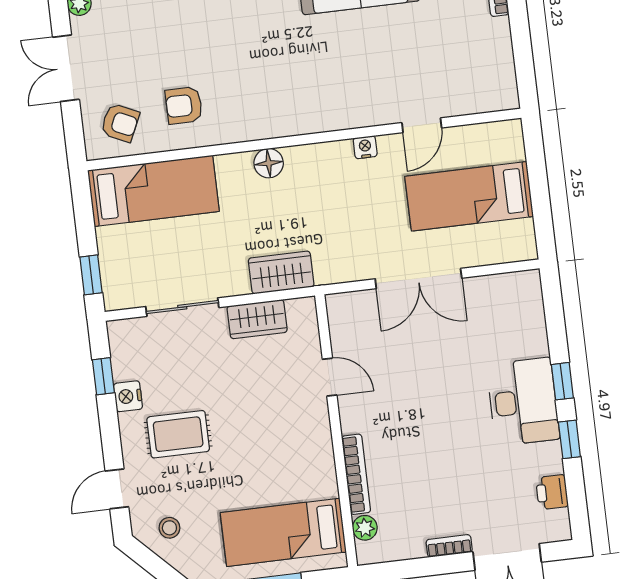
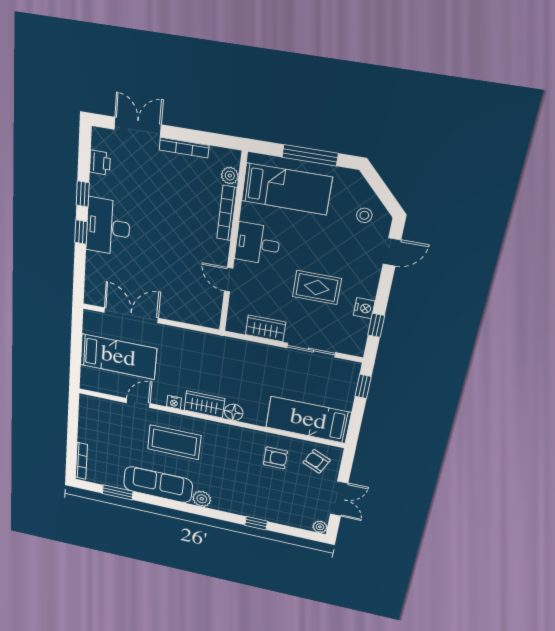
coffee table: (349, 75) -> (174, 442), added
wardrobe: (281, 272) -> (204, 404), moved, turned 180
double door: (418, 279) -> (131, 315), moved
rug: (178, 434) -> (317, 288), moved
desk: (302, 444) -> (257, 244), added
bookcase: (449, 546) -> (184, 148), width x1.56

